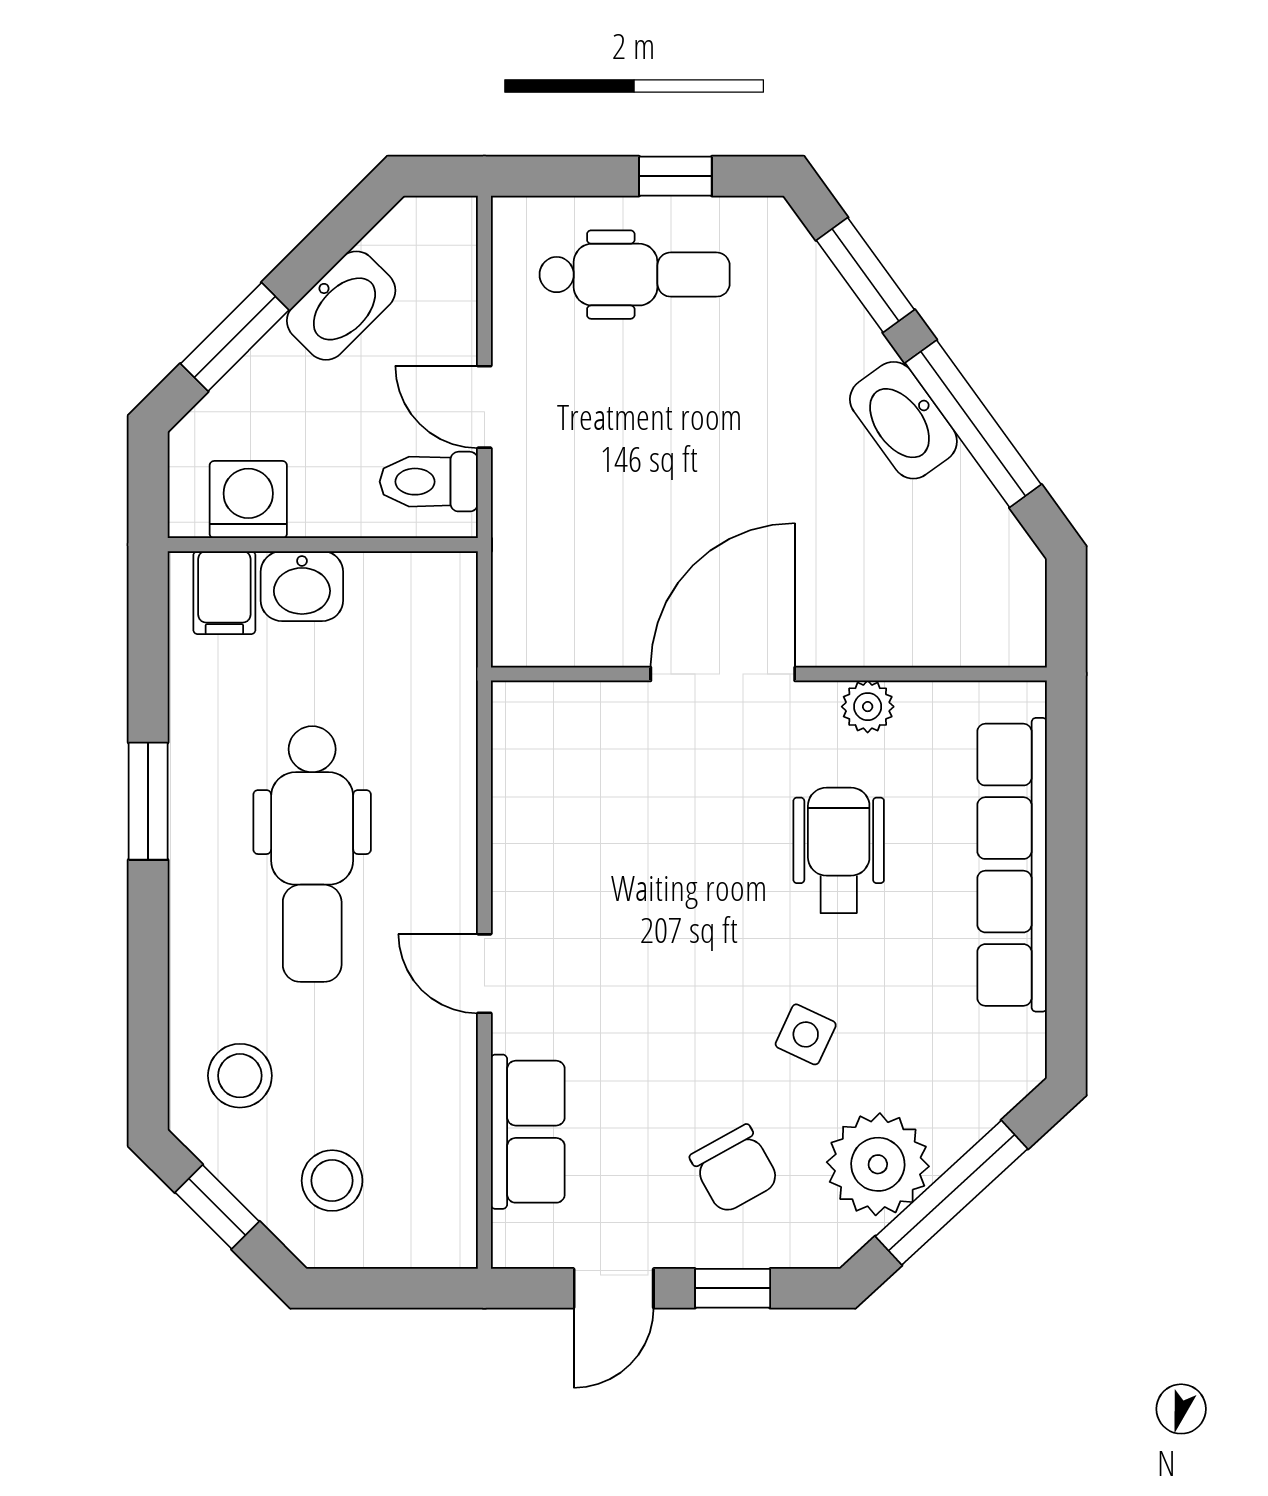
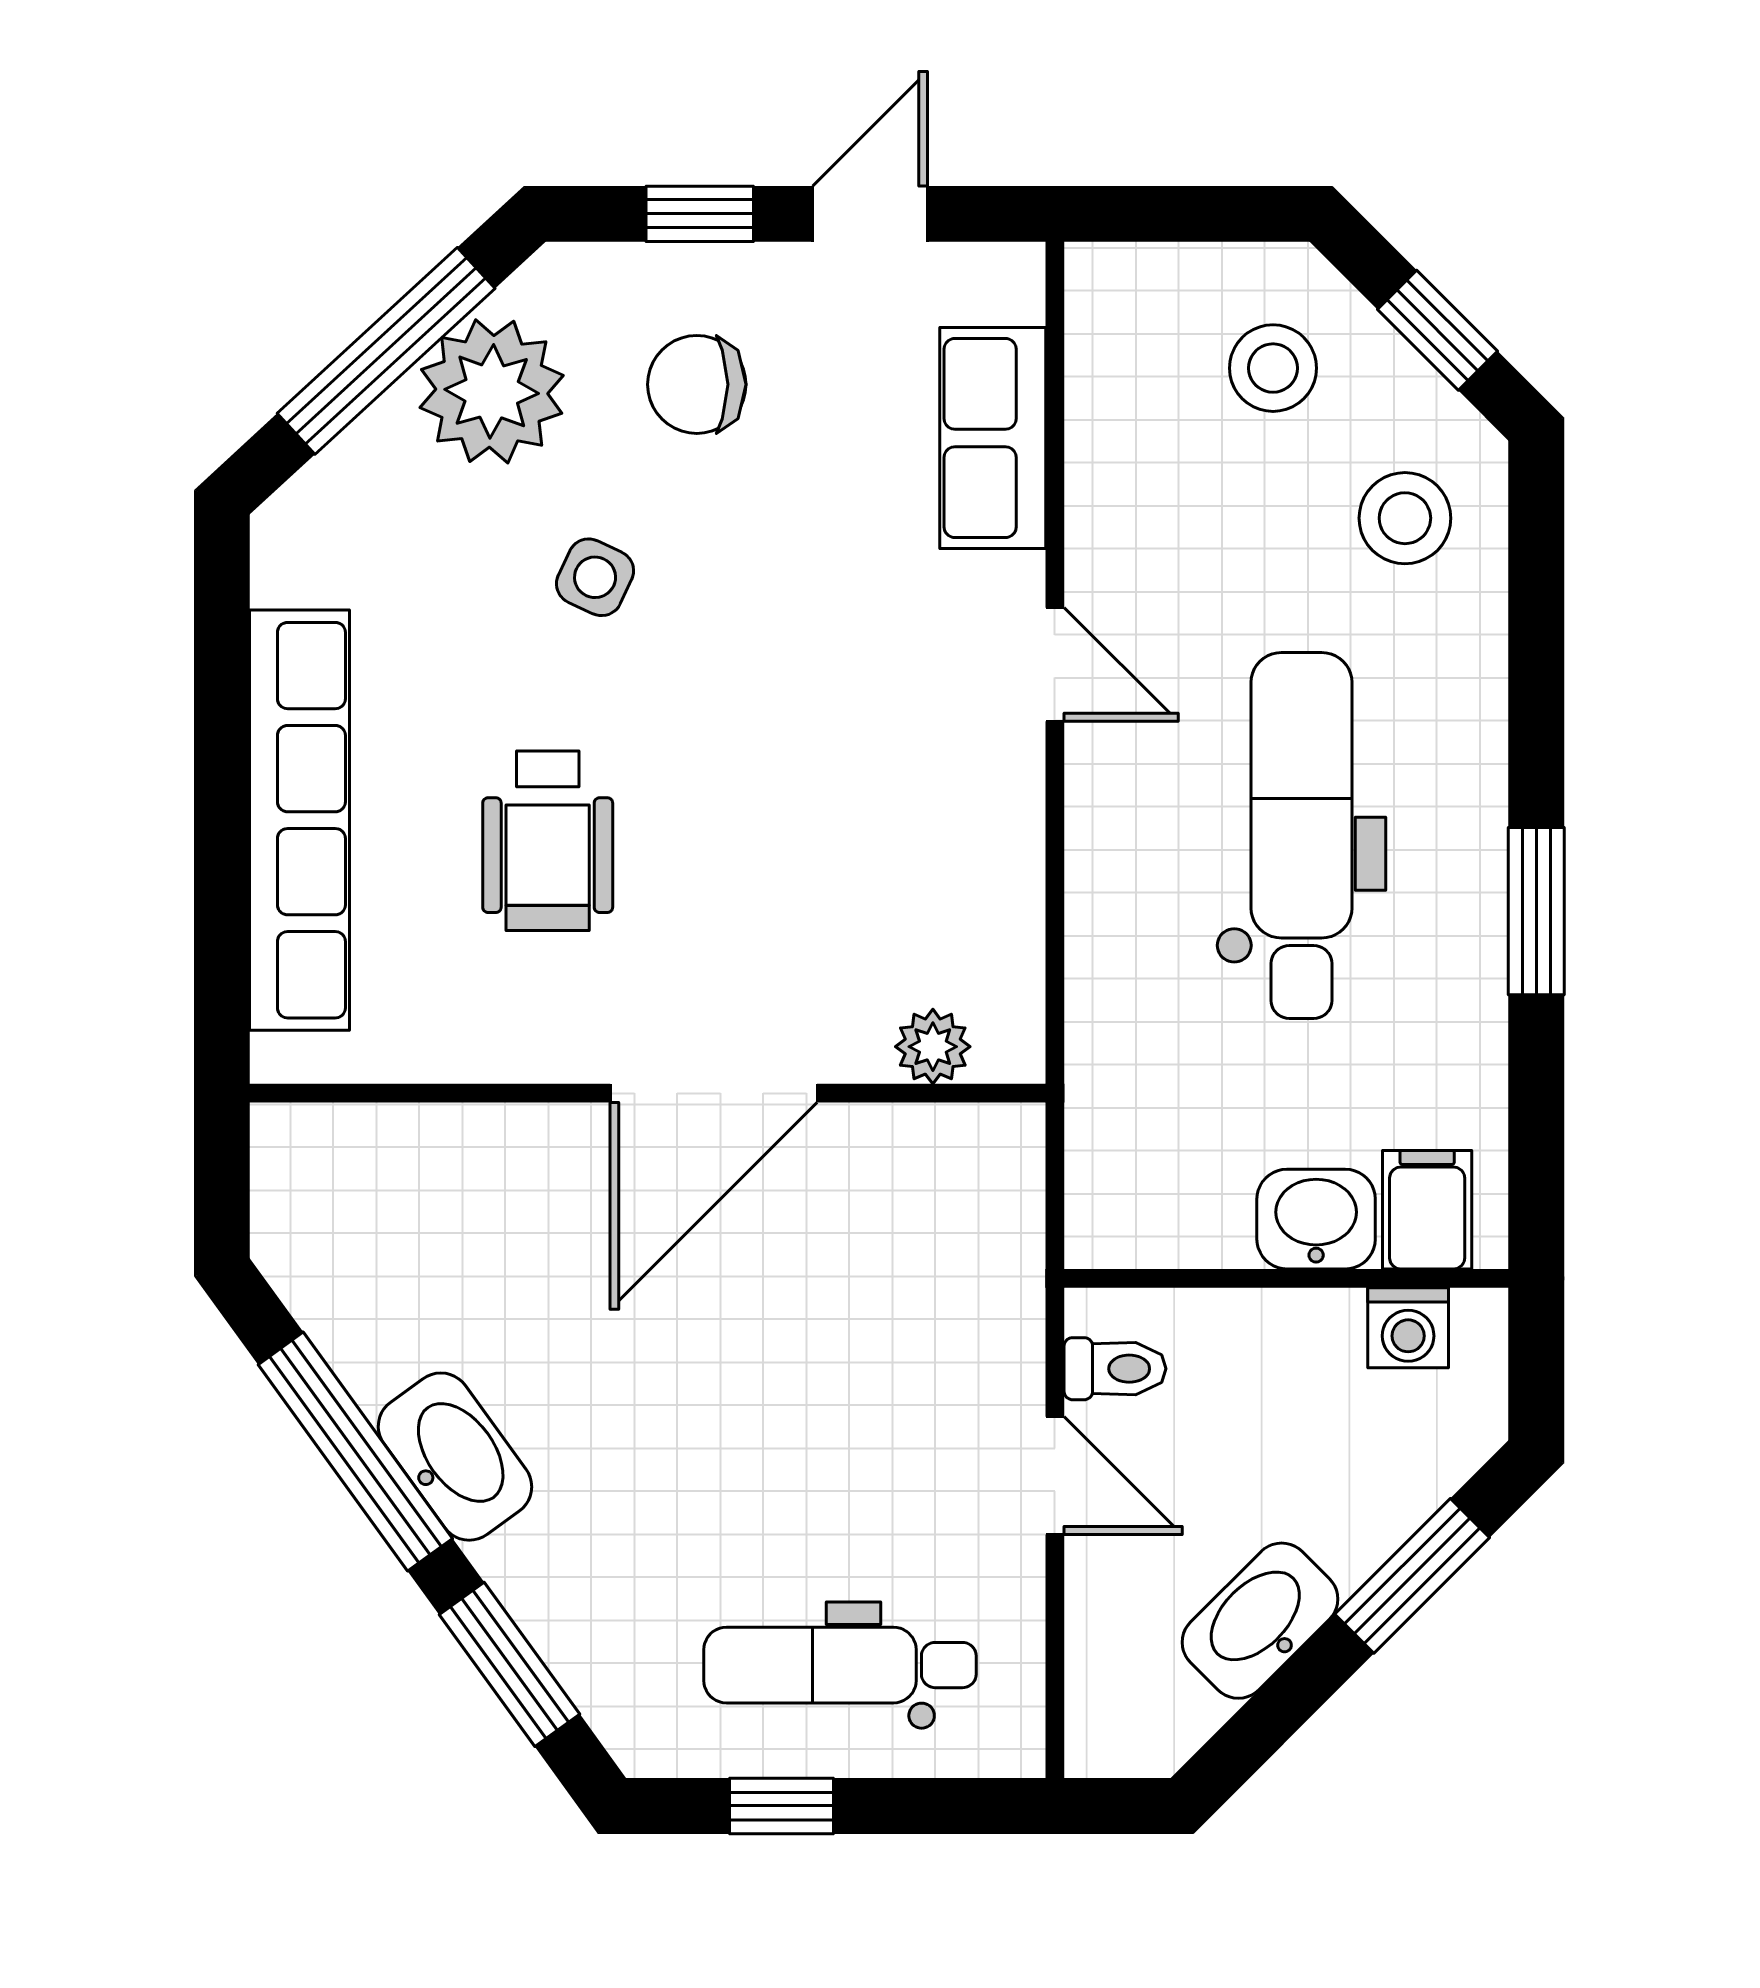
toilet: (429, 482) -> (1115, 1369), width x0.73, depth x0.72
washing machine: (248, 500) -> (1408, 1328), width x0.73, depth x0.73
plant: (868, 707) -> (933, 1047), moved
chair: (735, 1169) -> (697, 384), turned -61

